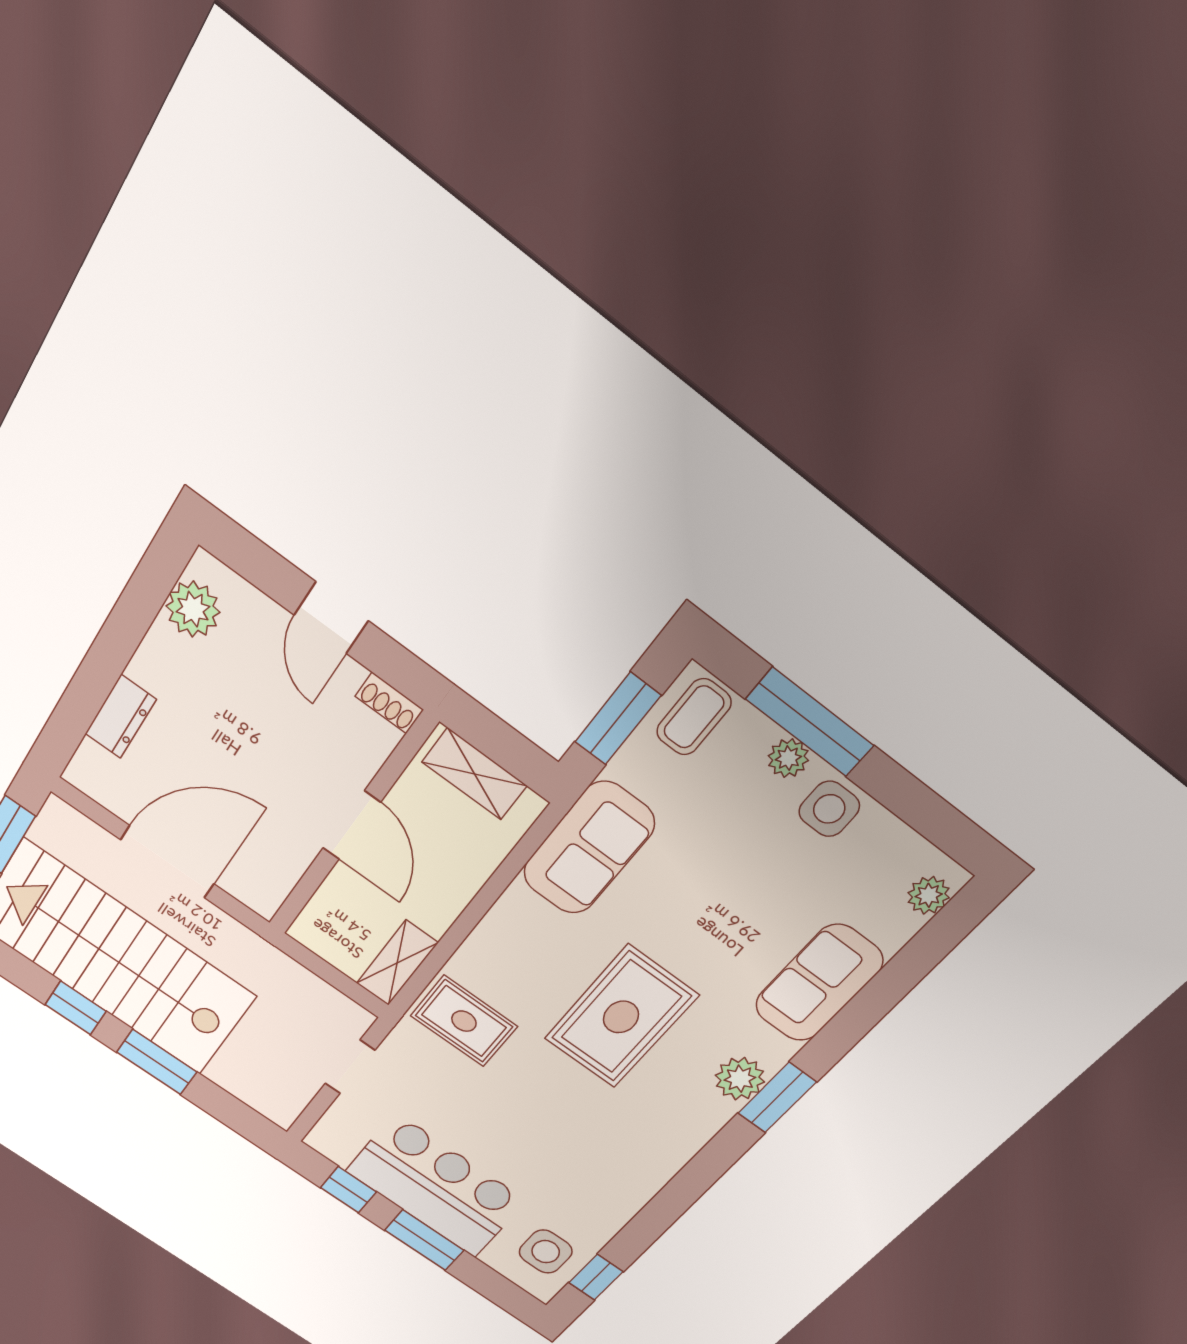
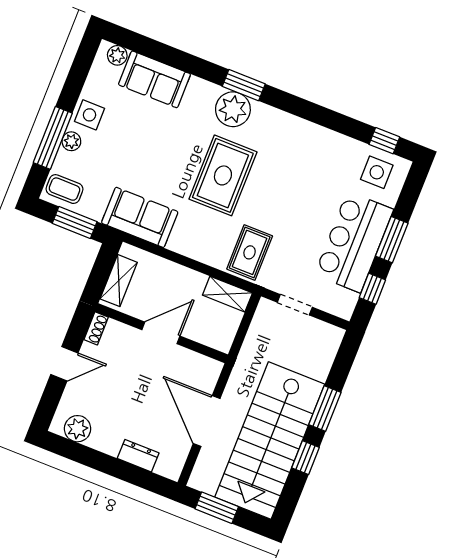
sofa: (819, 983) -> (154, 79), moved
rug: (621, 1017) -> (223, 175), turned 90
plant: (740, 1079) -> (233, 109), width x1.36, depth x1.36

